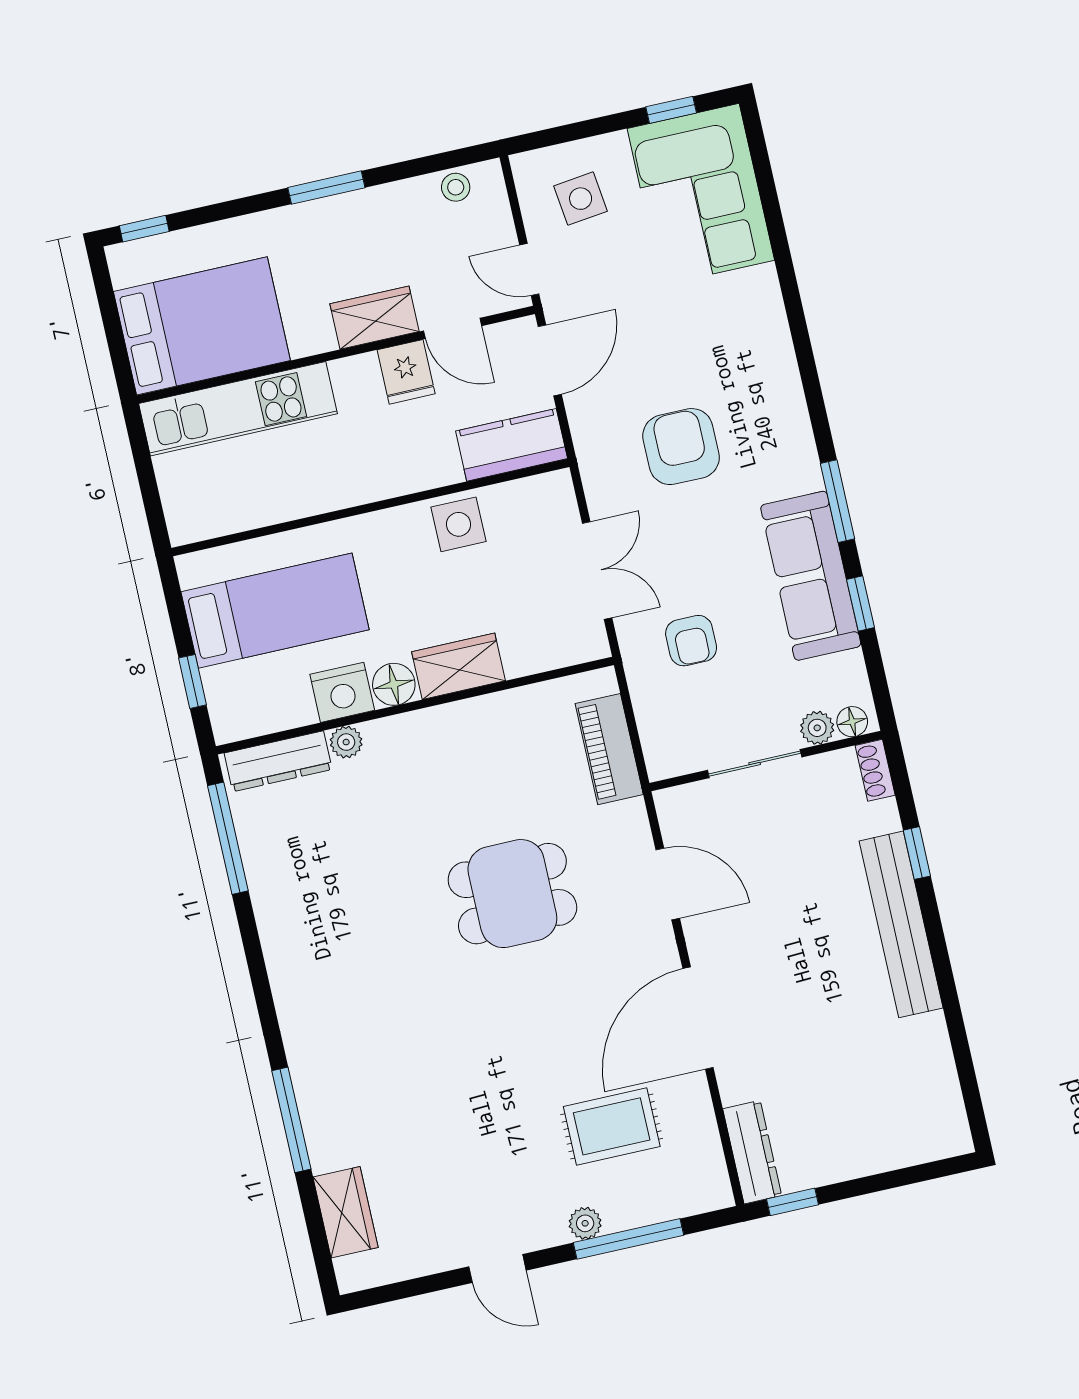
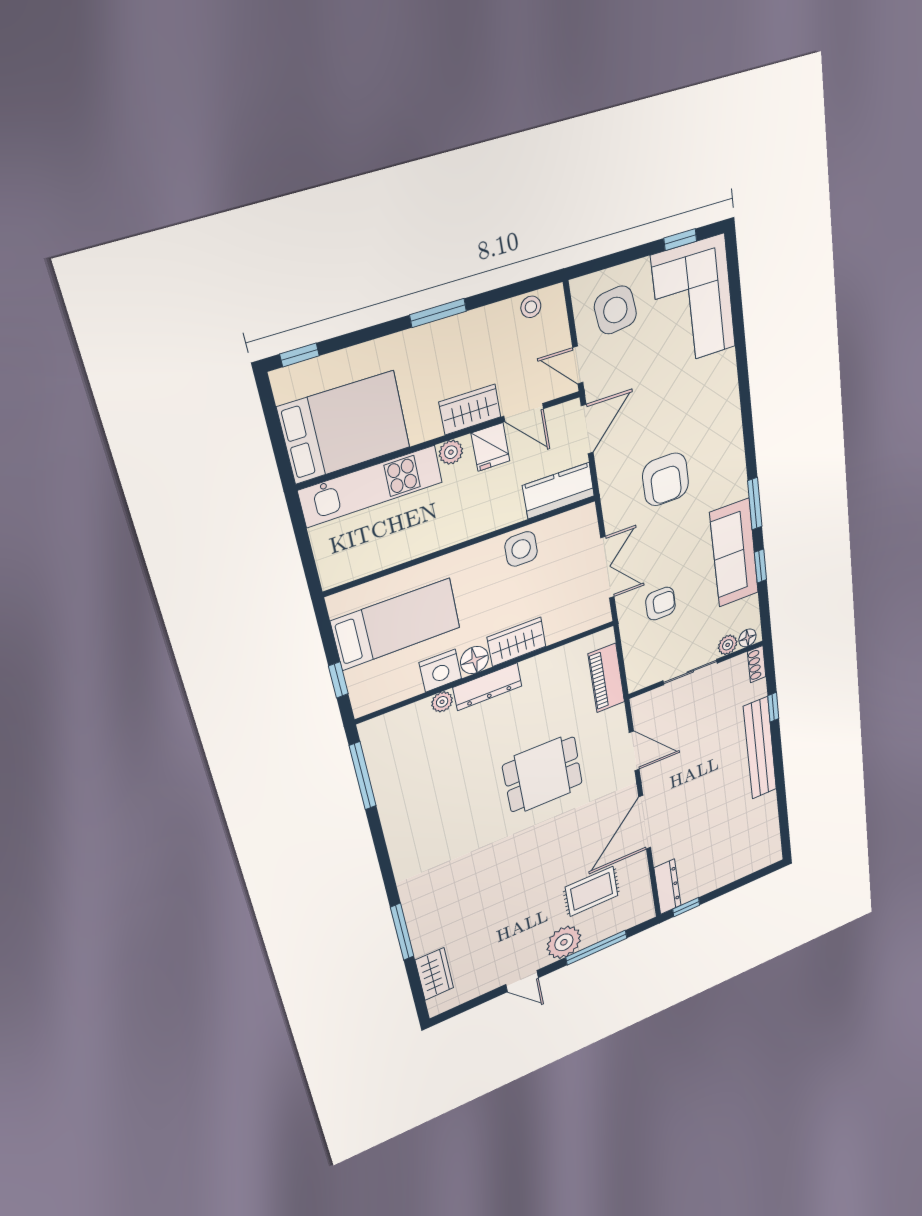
side table: (581, 199) -> (615, 310), width x1.37, depth x1.37
plant: (349, 373) -> (451, 452), added
armchair: (681, 447) -> (666, 479), turned 180
armchair: (691, 641) -> (661, 604), turned -90
dresser: (278, 761) -> (487, 687), moved
plant: (585, 1223) -> (564, 942), width x1.88, depth x1.88

